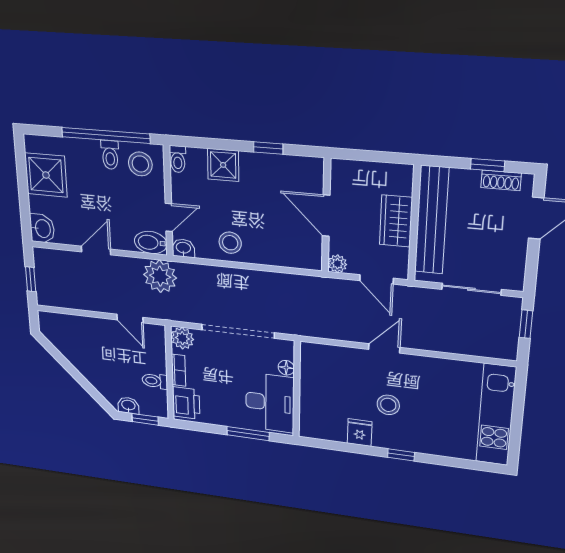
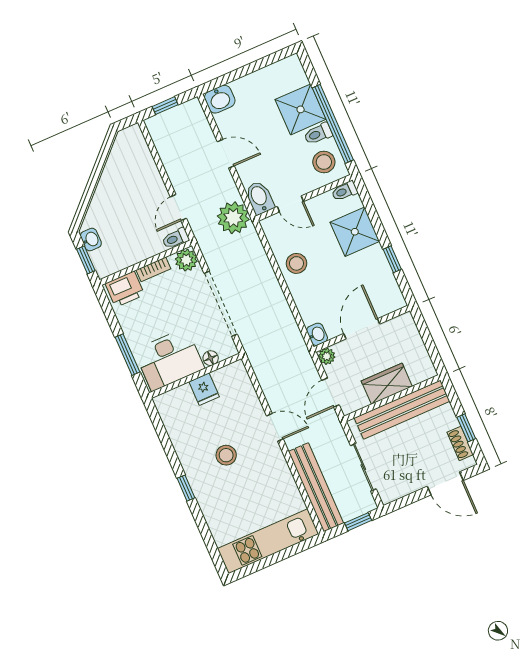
shower: (223, 165) -> (355, 232), width x1.36, depth x1.36
shower: (46, 175) -> (301, 109), moved
washbasin: (183, 248) -> (317, 334), moved
bench: (467, 344) -> (316, 487), added
toilet: (155, 381) -> (175, 238), moved, turned -90
fridge: (360, 433) -> (204, 389), moved, turned 90

